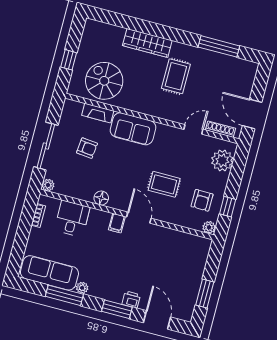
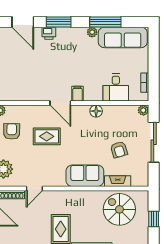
spiral stairs: (104, 81) -> (119, 209), turned 180
armchair: (87, 148) -> (119, 150), turned -113

